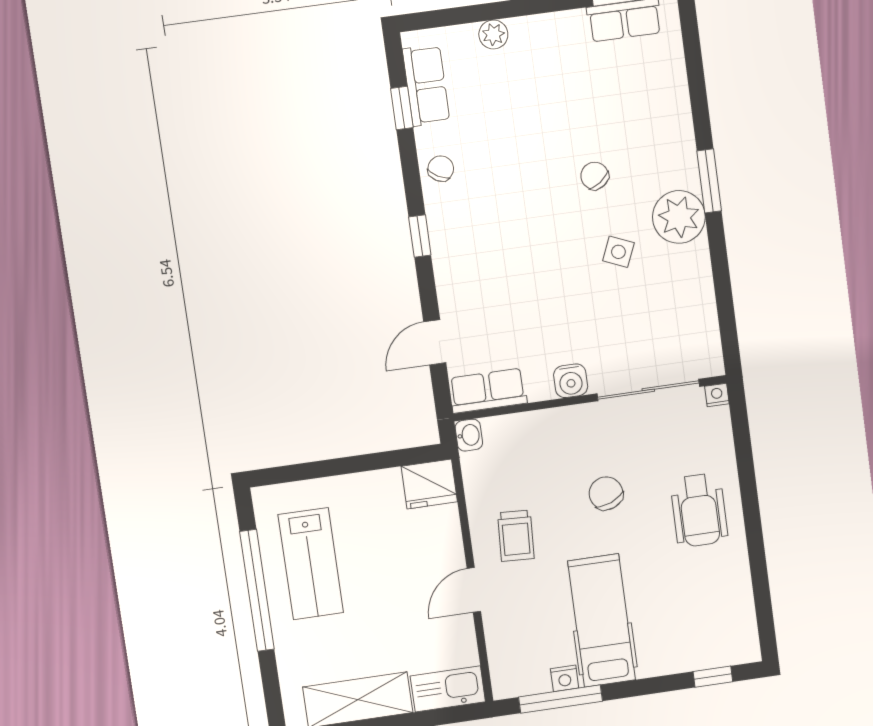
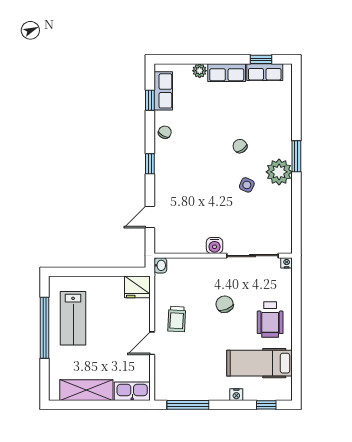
row of seats: (488, 391) -> (227, 73), moved, turned 180
hospital bed: (602, 621) -> (260, 363), moved, turned -90
nightstand: (565, 678) -> (236, 395), moved

